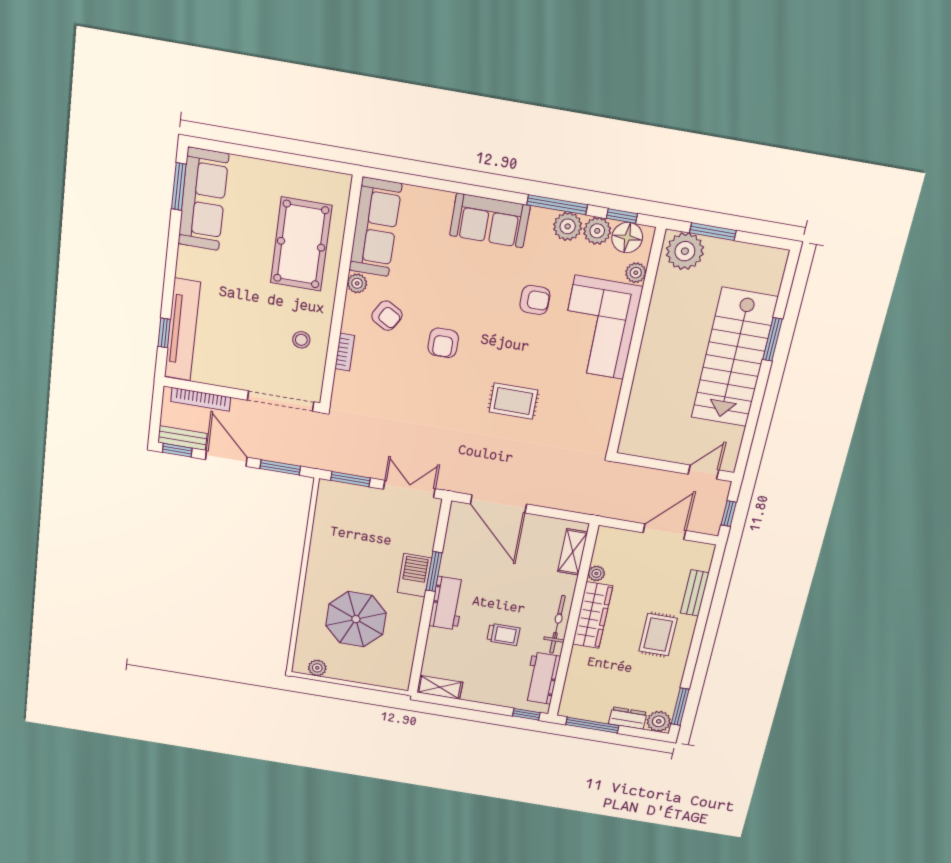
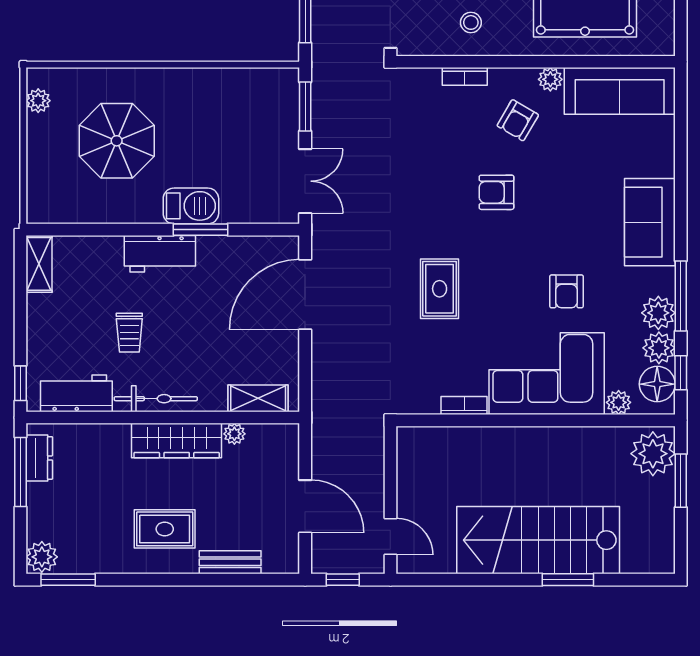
bookcase: (611, 398) -> (464, 405), added
dresser: (628, 718) -> (39, 458), moved

